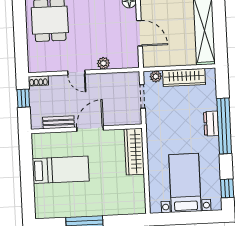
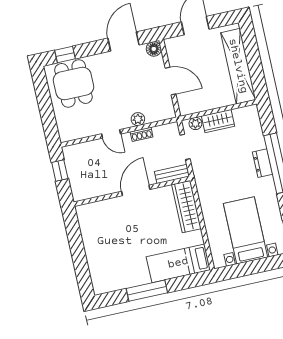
wardrobe: (184, 77) -> (218, 121), width x0.67
shoe rack: (38, 81) -> (142, 134), moved
bench: (59, 122) -> (172, 174), moved
bed: (61, 170) -> (178, 263), moved, turned 180

